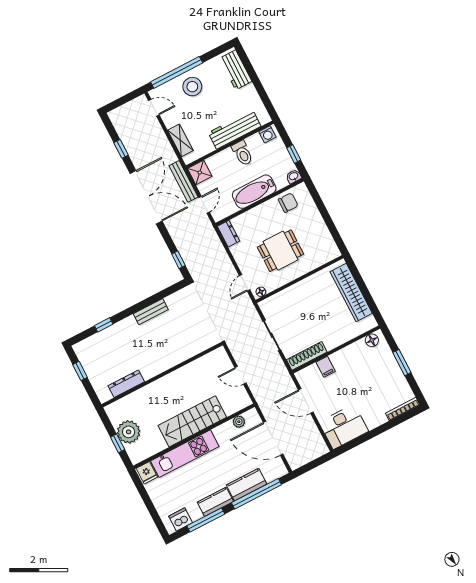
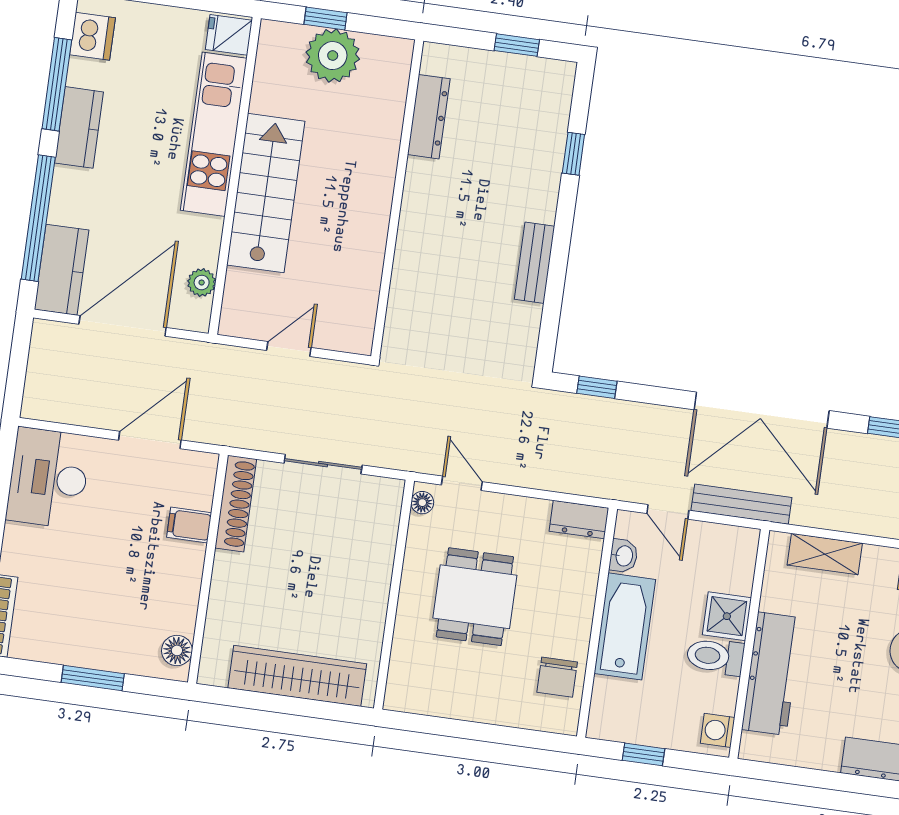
shower: (200, 172) -> (727, 616), moved
washbasin: (294, 176) -> (624, 556), moved
kitchen counter: (247, 485) -> (61, 270), moved

